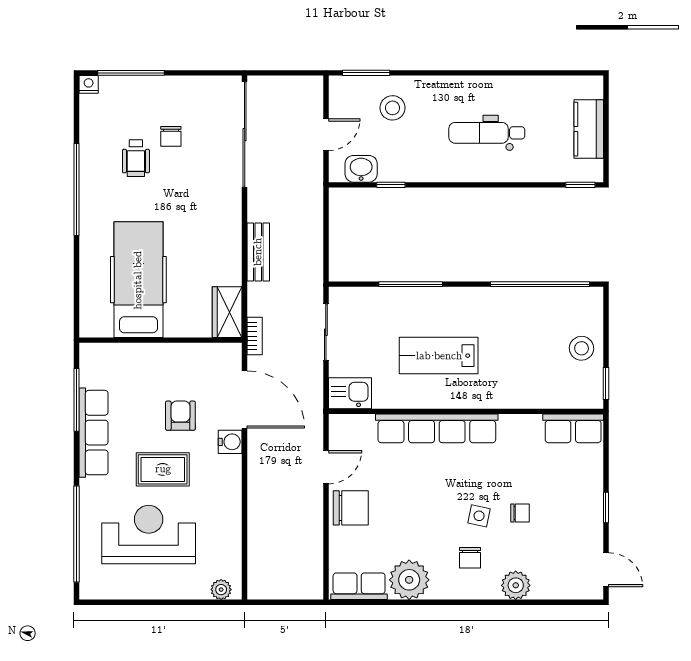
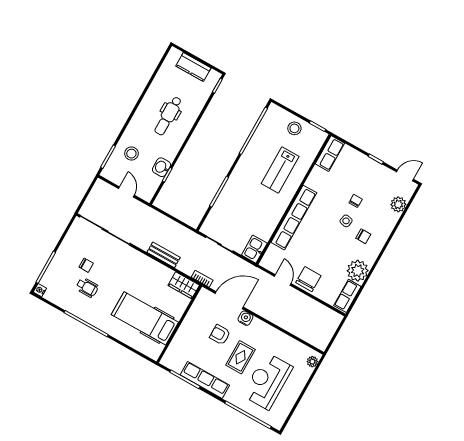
washbasin: (361, 169) -> (161, 167), moved
lab bench: (439, 356) -> (280, 170), moved
plant: (516, 585) -> (398, 204), moved

